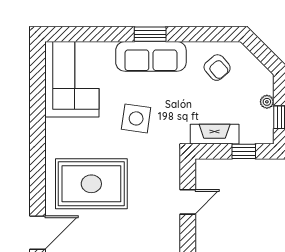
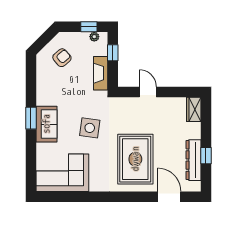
sofa: (151, 56) -> (46, 124), width x0.73
armchair: (217, 68) -> (62, 58), moved
plant: (267, 102) -> (94, 37), moved

